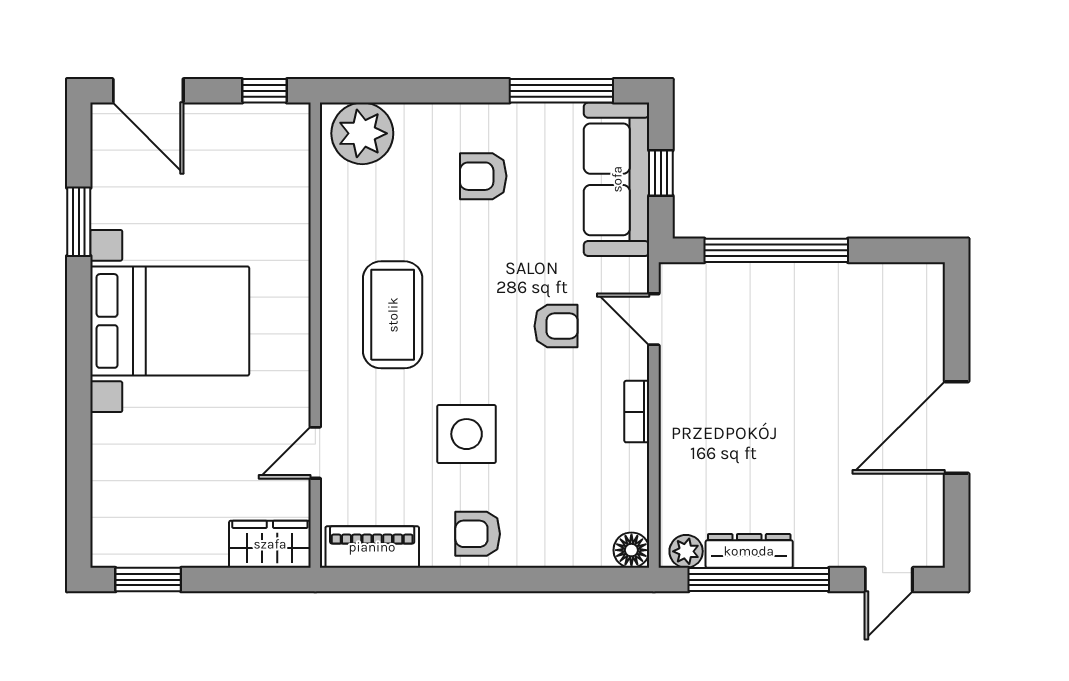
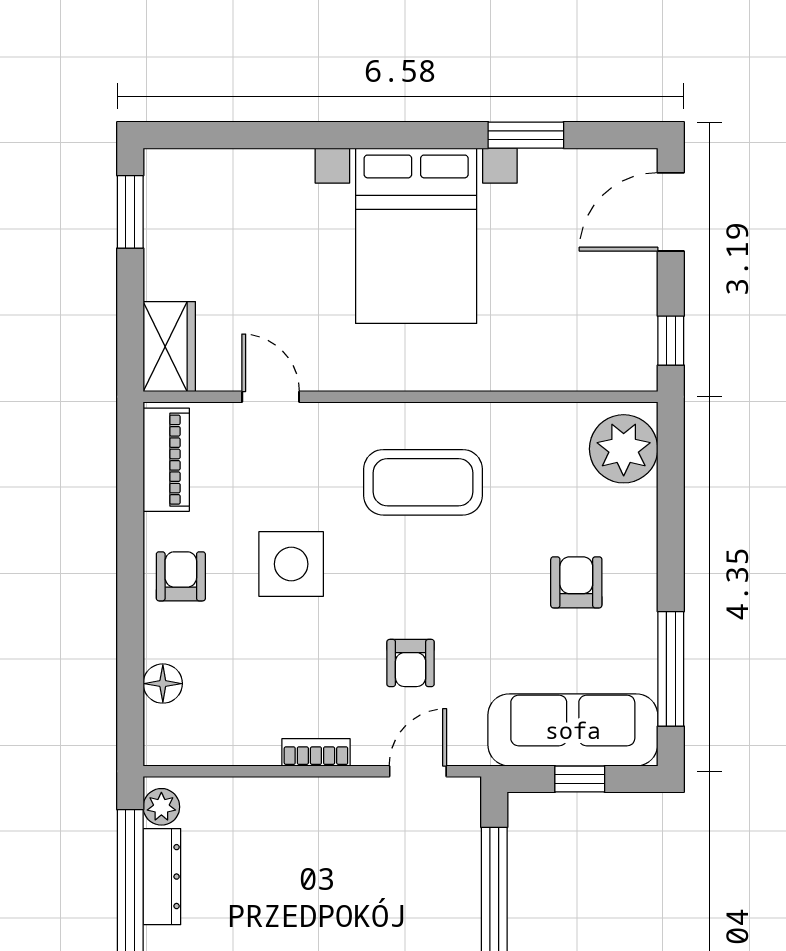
floor lamp: (631, 550) -> (163, 684), moved

